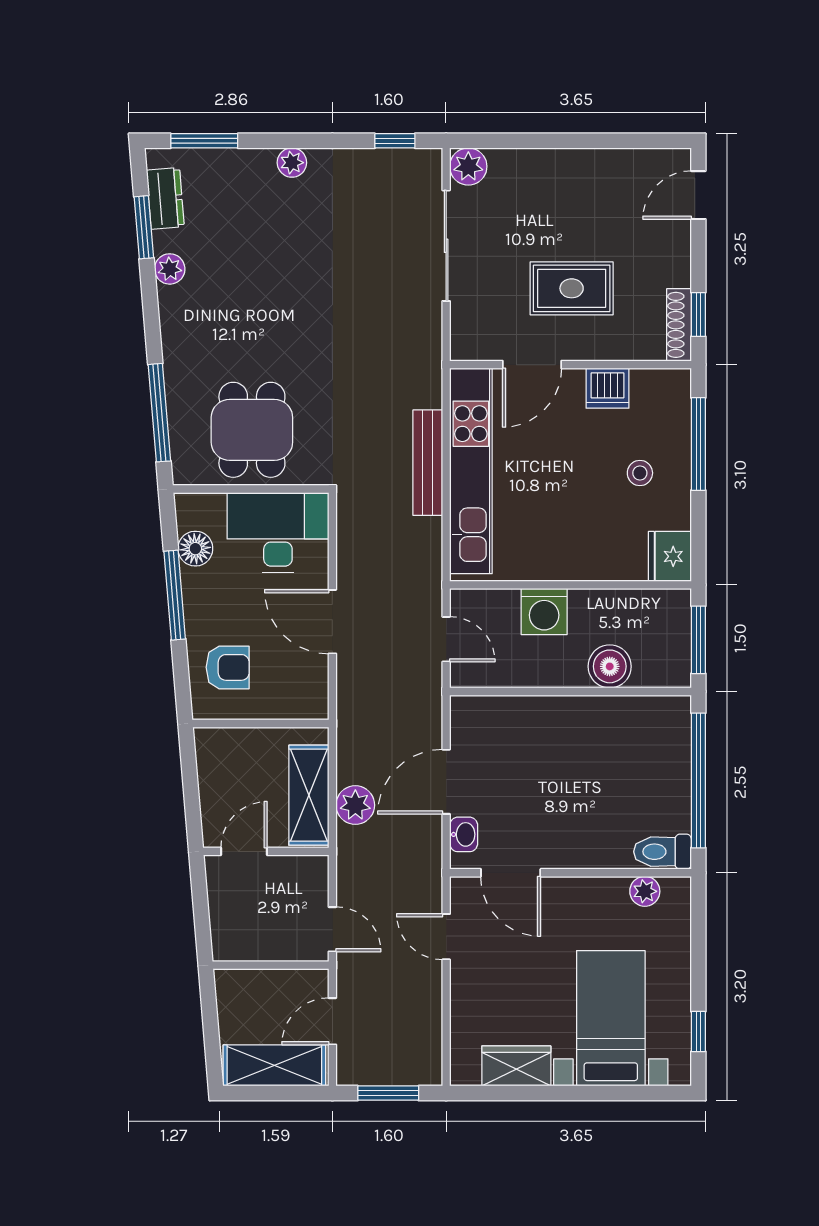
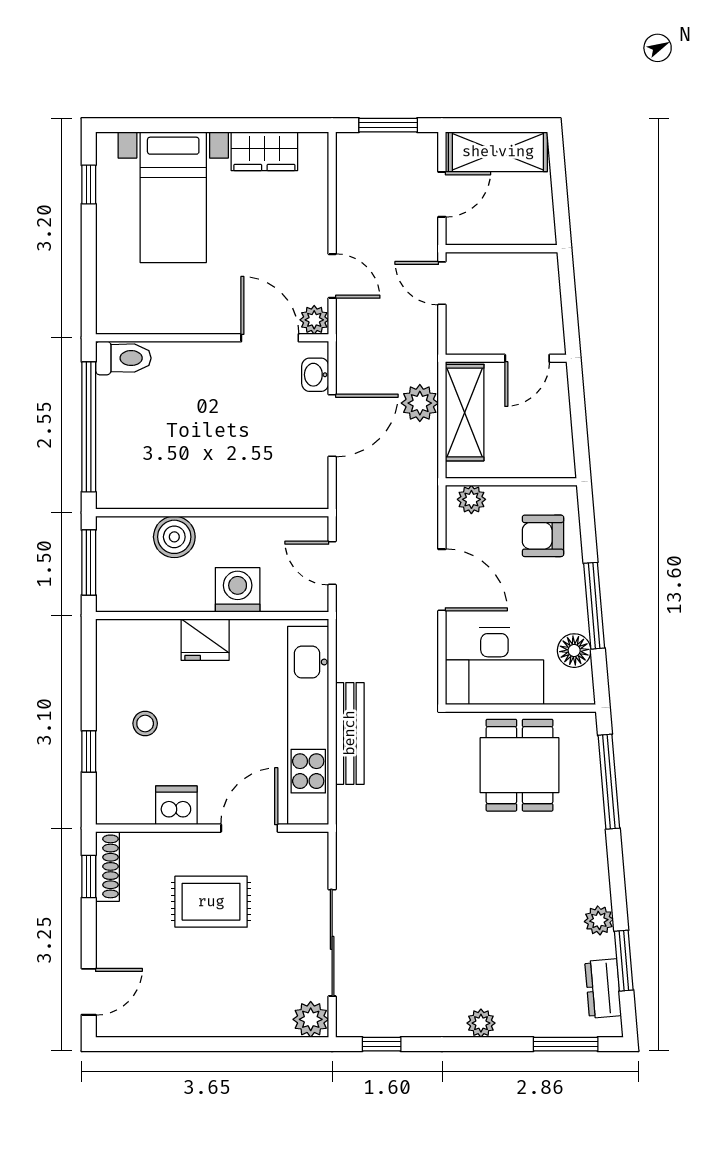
window: (698, 444) -> (89, 751), width x0.46
fridge: (670, 556) -> (205, 640), moved, turned 90
plant: (302, 705) -> (471, 499), added
plant: (645, 891) -> (314, 320), moved

